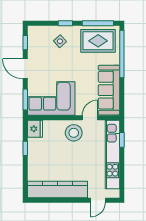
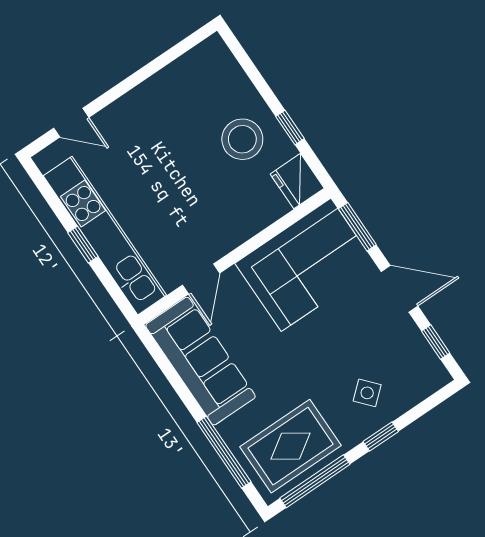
window: (122, 54) -> (224, 452), width x0.68
stool: (74, 133) -> (242, 139), moved
window: (122, 140) -> (83, 245), moved
kitchen counter: (57, 189) -> (168, 89), removed
door: (98, 200) -> (71, 123), swing flipped

